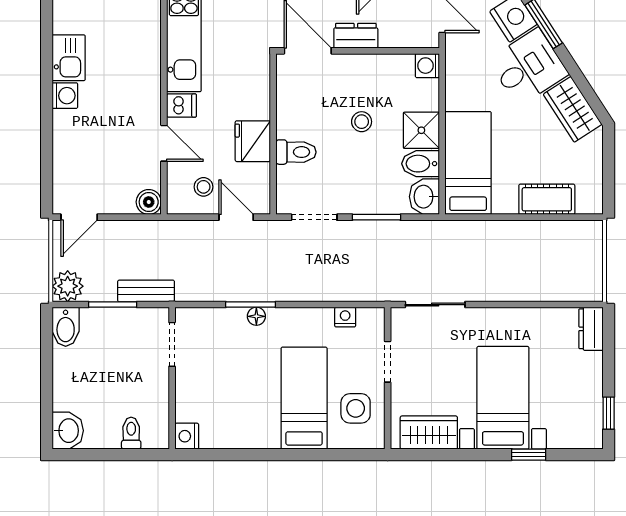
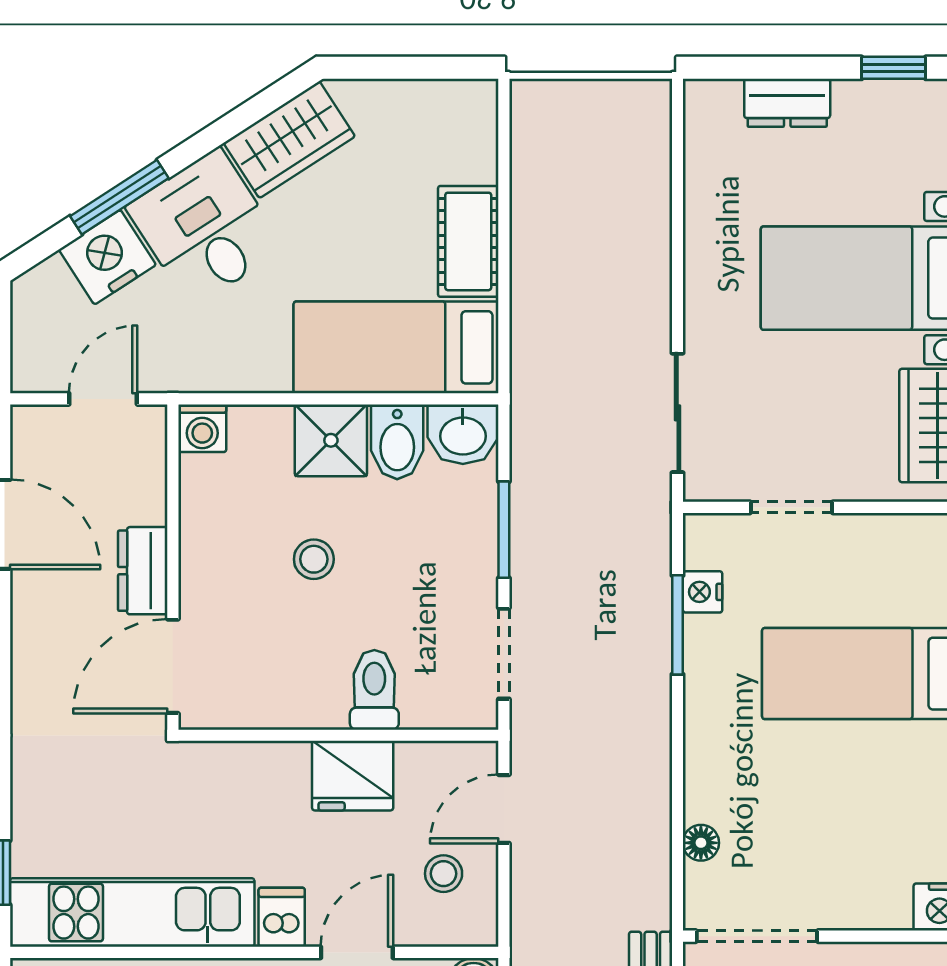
cot: (547, 199) -> (468, 241), moved
window: (251, 305) -> (678, 625), moved
floor lamp: (256, 316) -> (701, 843), moved
dresser: (591, 329) -> (787, 103), moved
doorway: (172, 344) -> (757, 936), width x1.38
side table: (356, 408) -> (884, 571), removed

